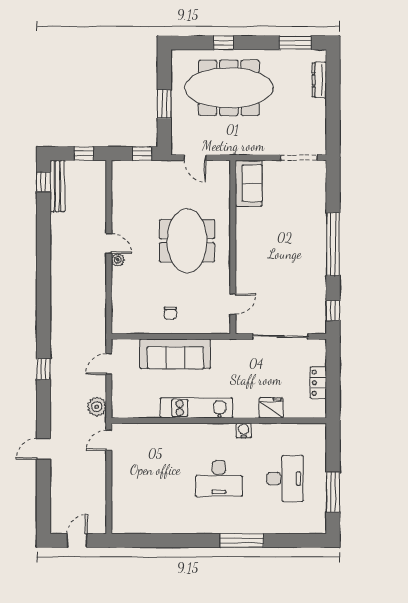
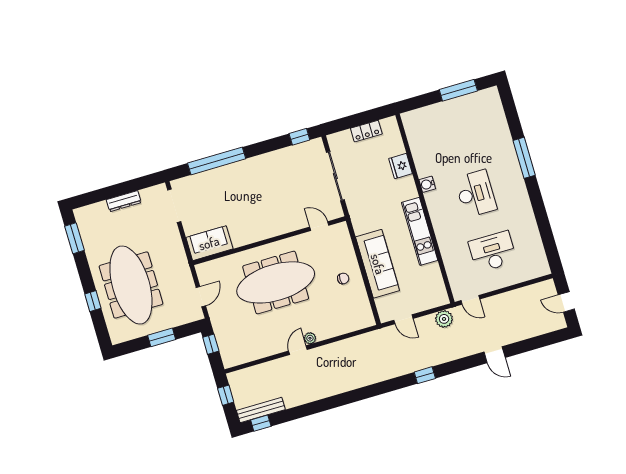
dresser: (319, 80) -> (124, 201), moved
meeting table: (187, 241) -> (276, 282), width x1.36
window: (333, 244) -> (217, 161), moved
desk: (285, 478) -> (493, 252), moved

